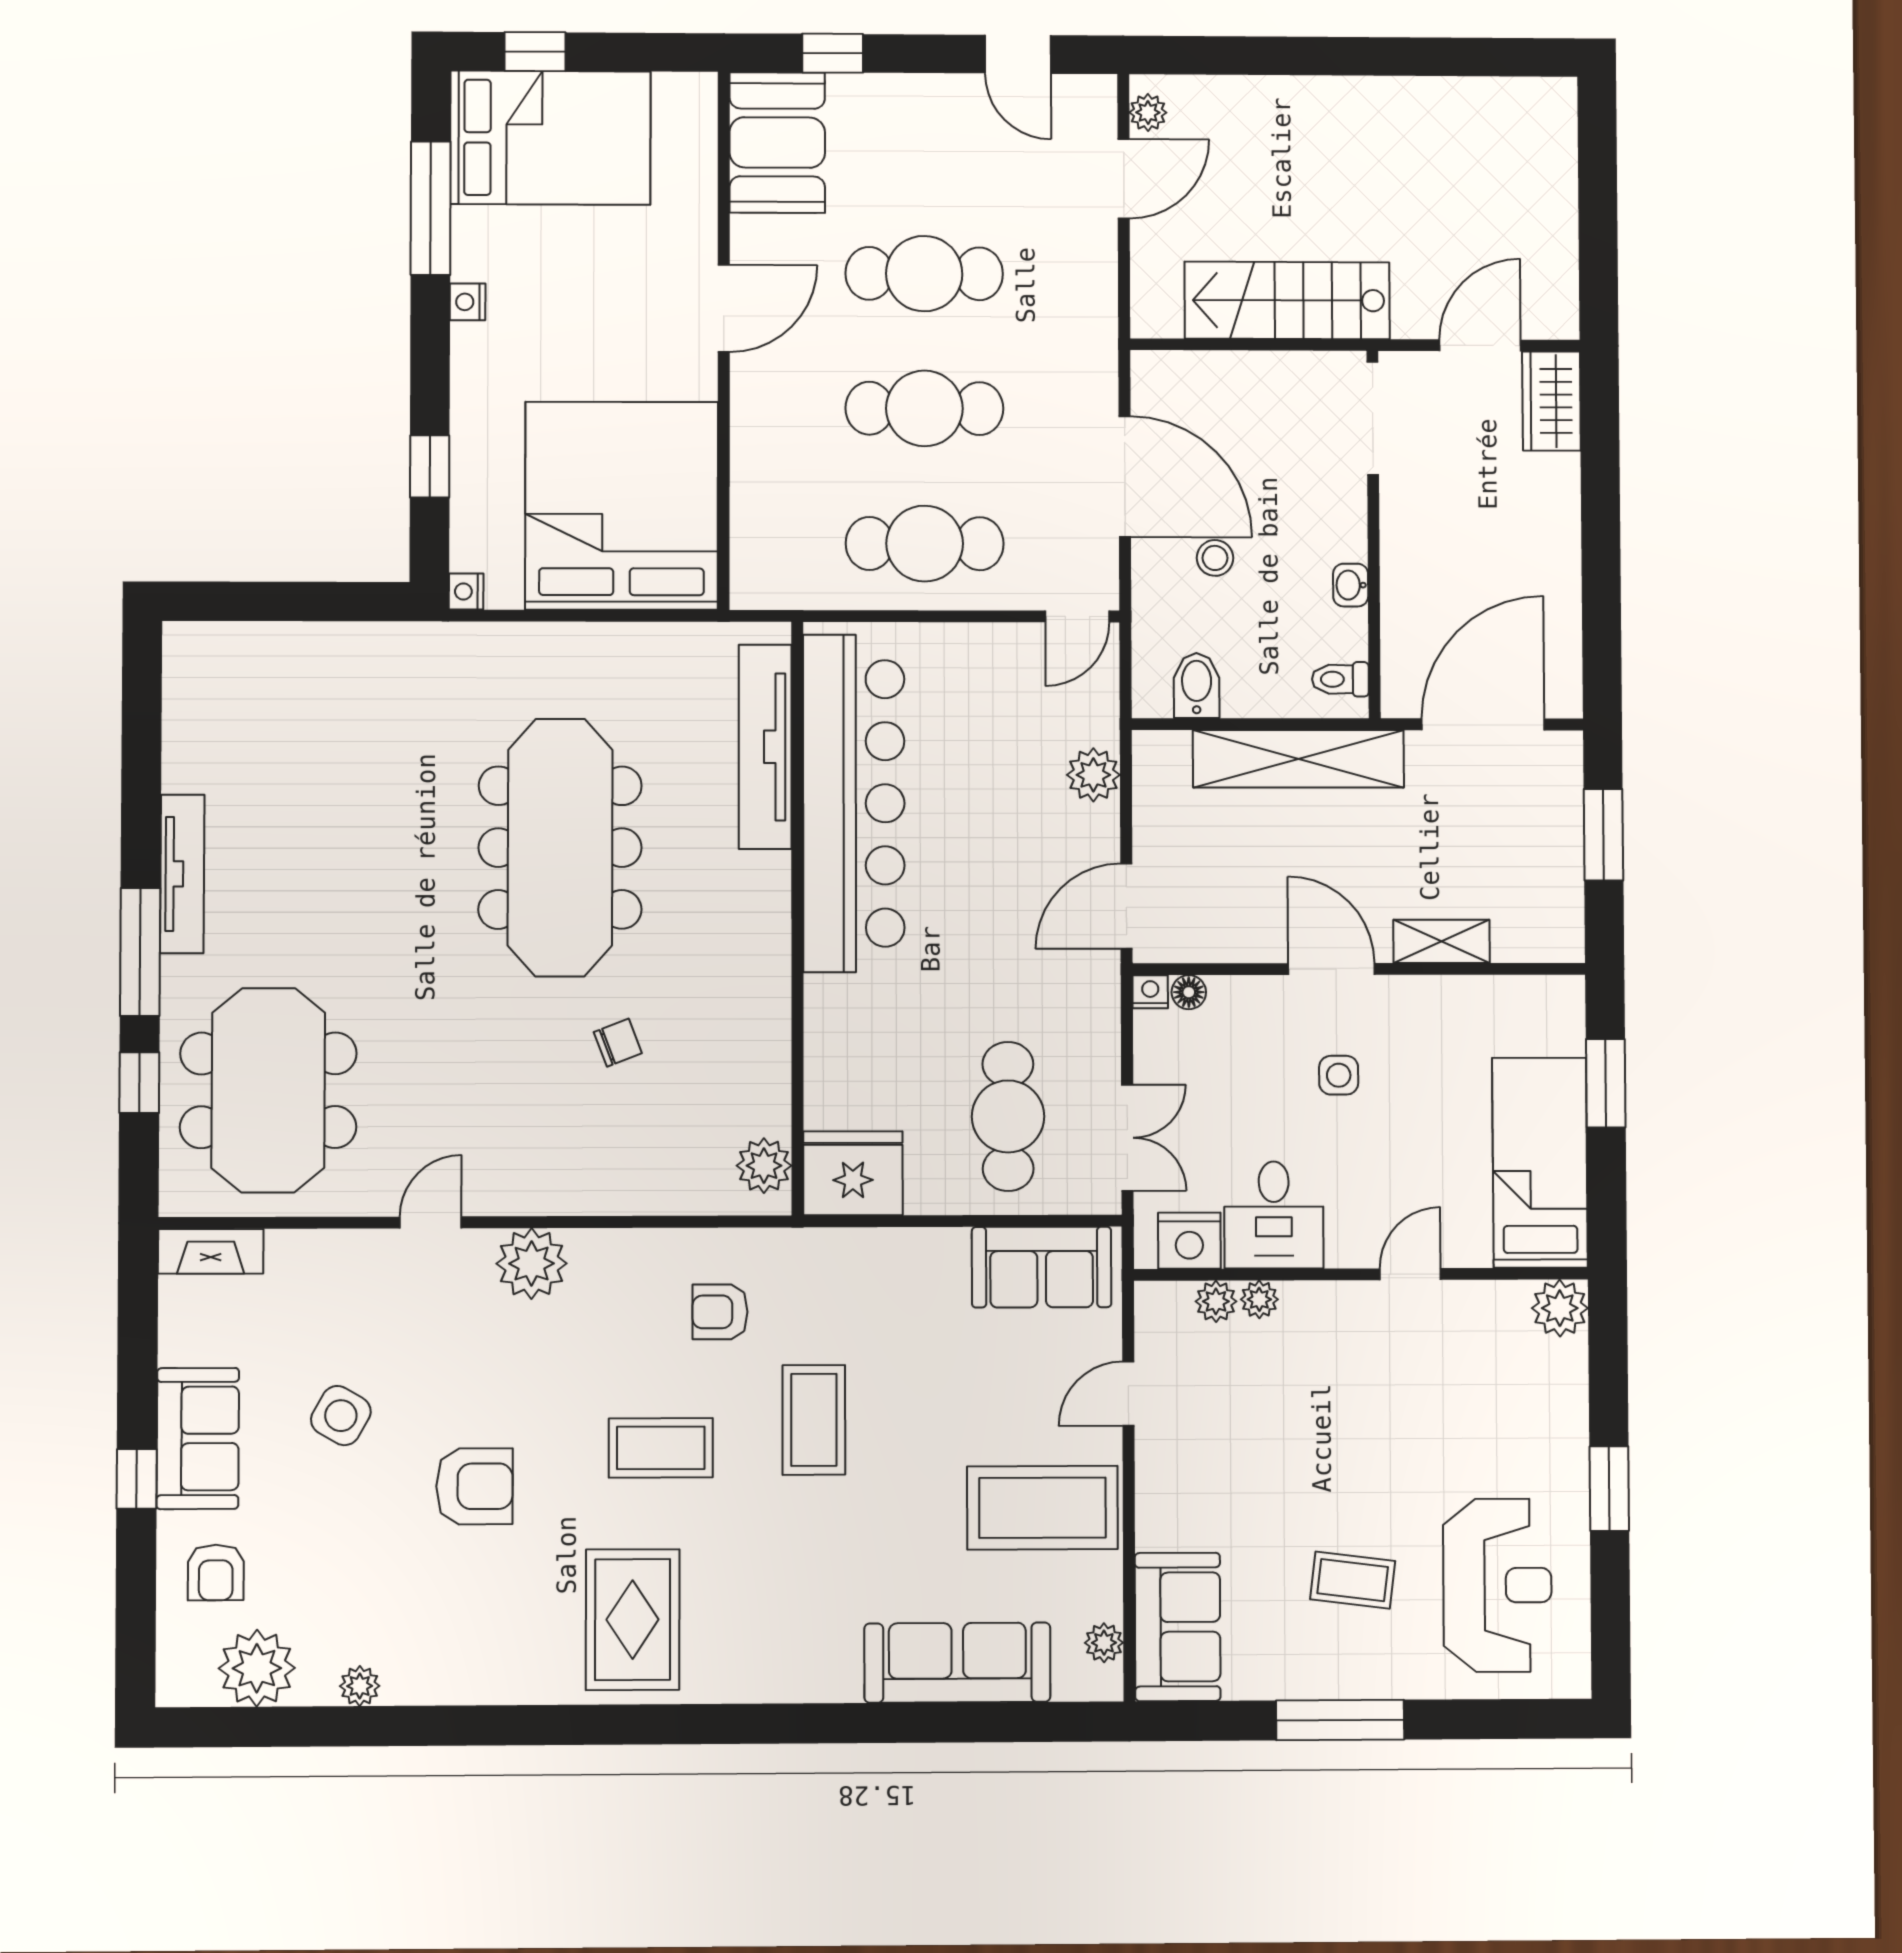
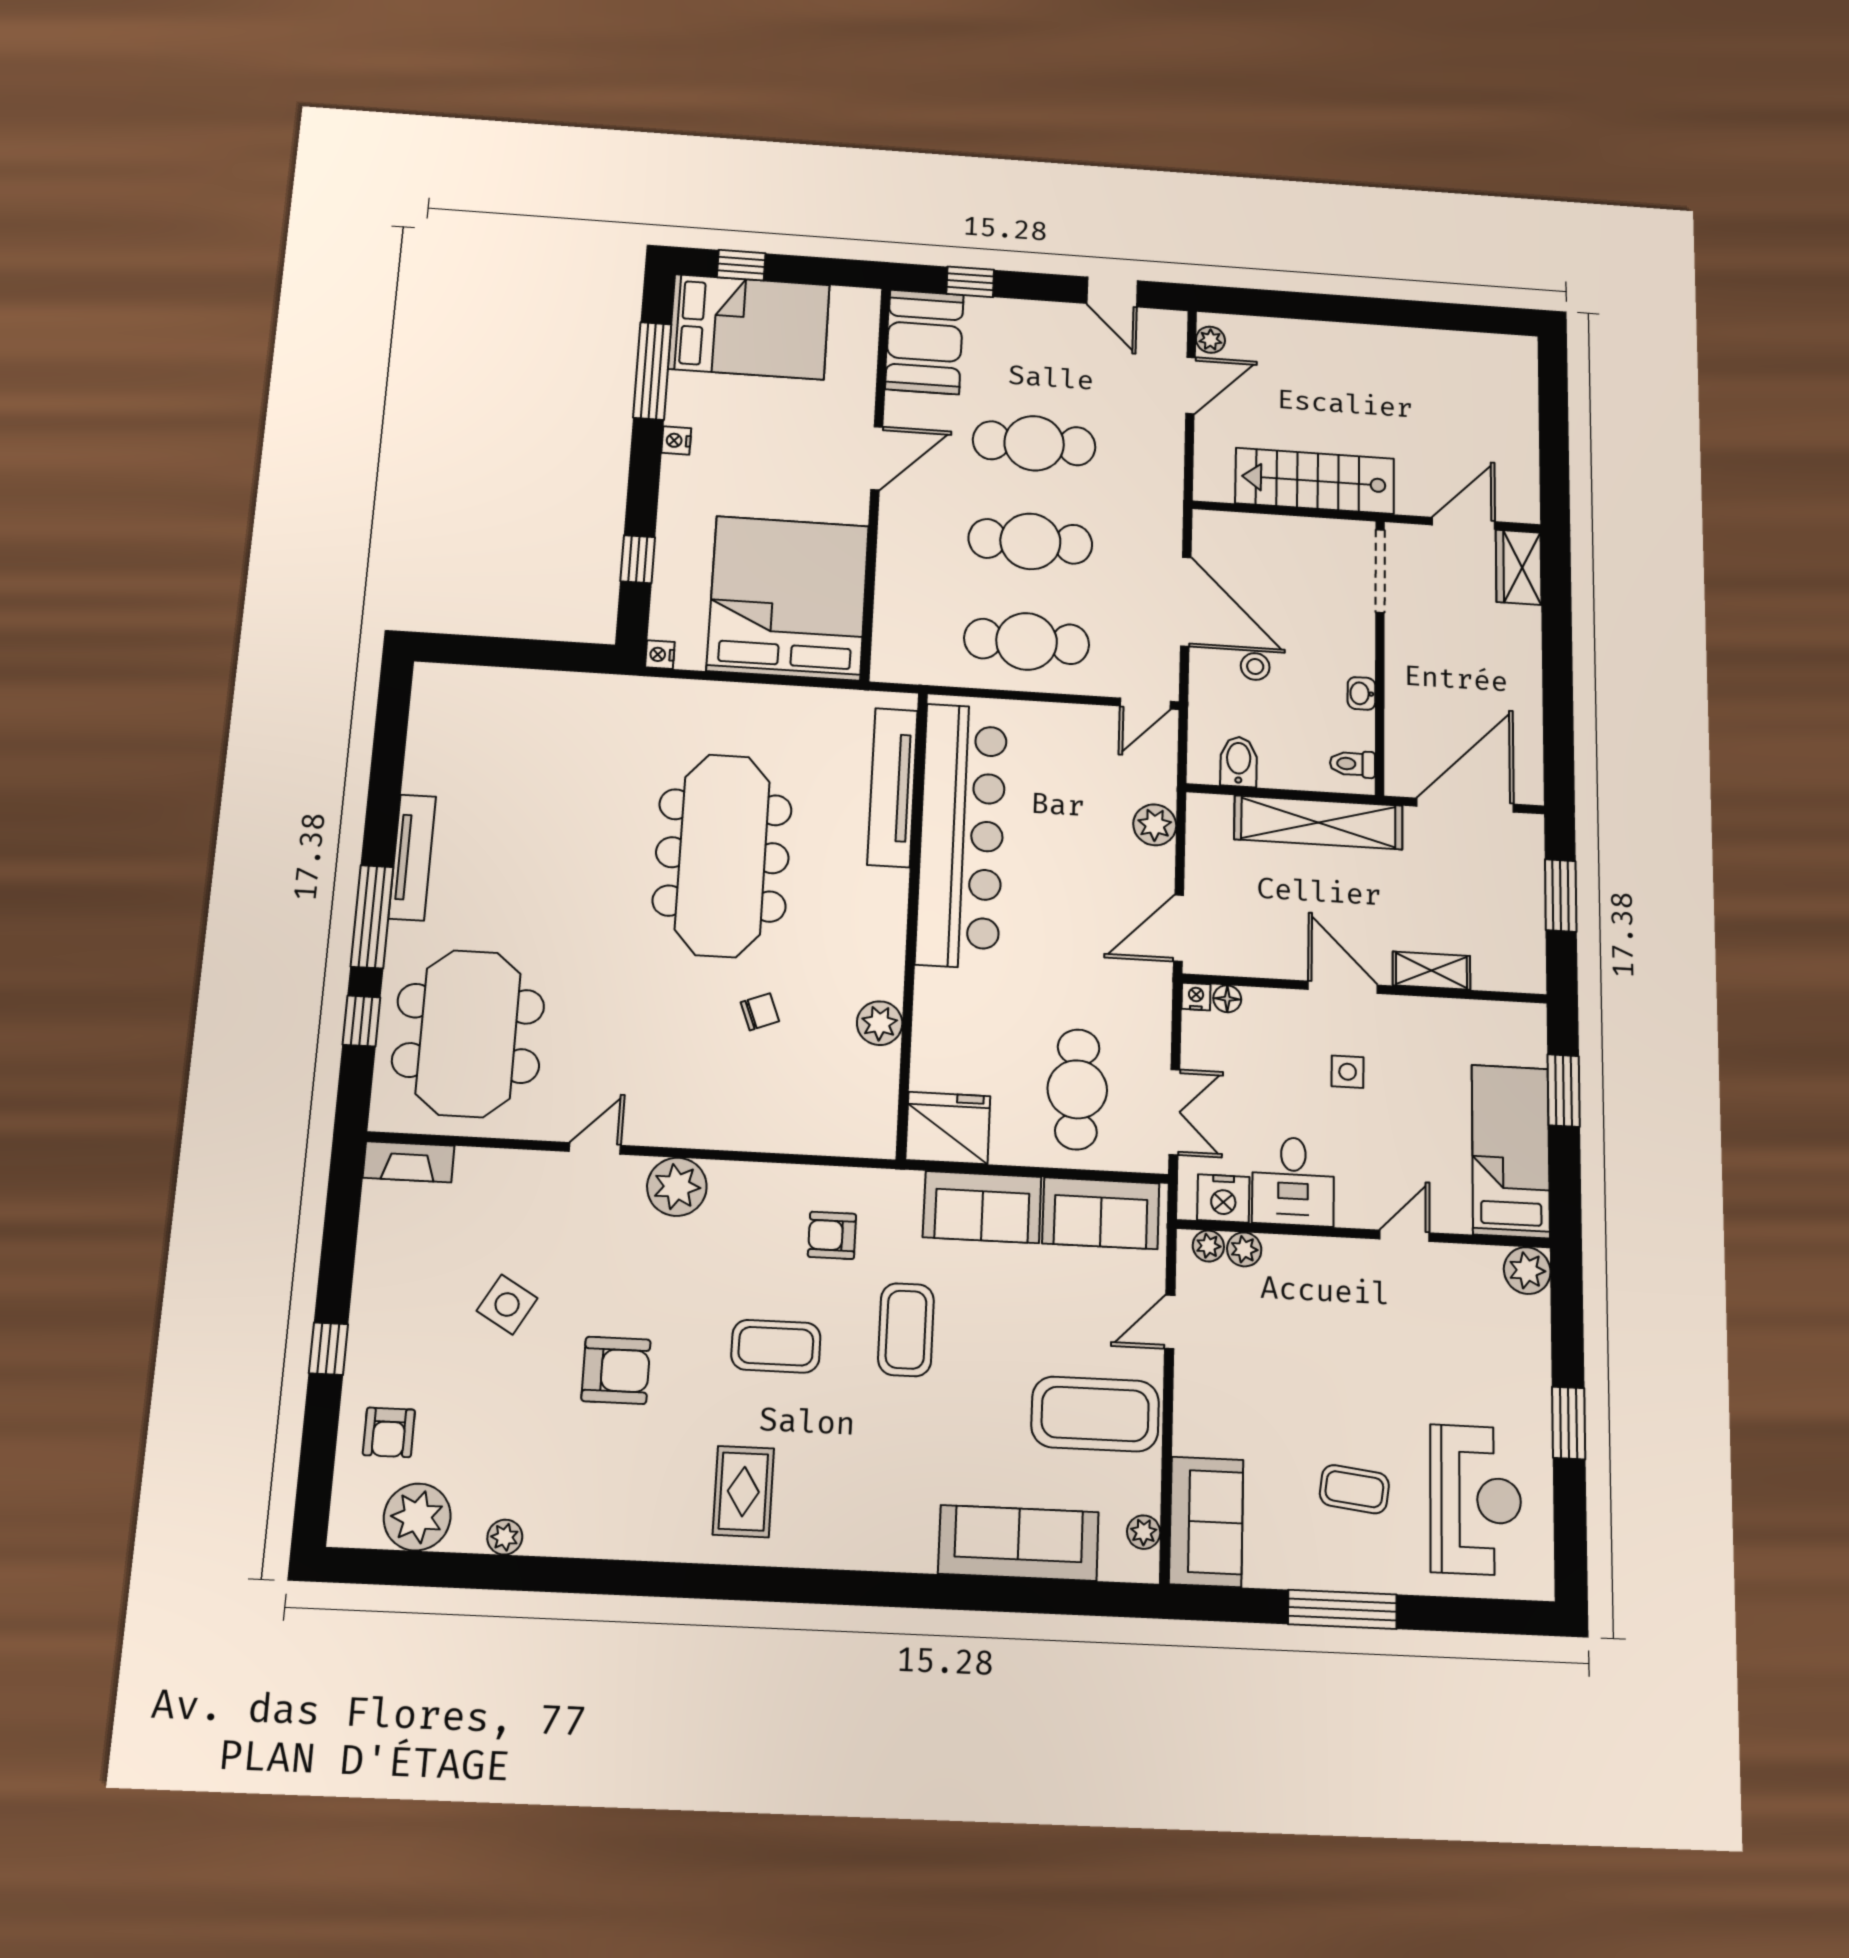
plant: (764, 1166) -> (880, 1023), moved
plant: (1259, 1299) -> (1208, 1246), moved
sofa: (198, 1438) -> (982, 1207), moved, turned 90
rug: (633, 1620) -> (743, 1491), width x0.73, depth x0.70

